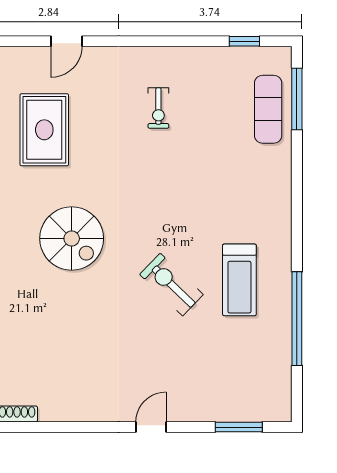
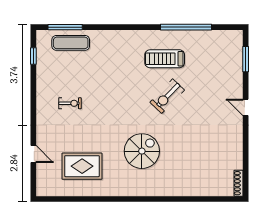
treadmill: (239, 280) -> (165, 59), turned 180

